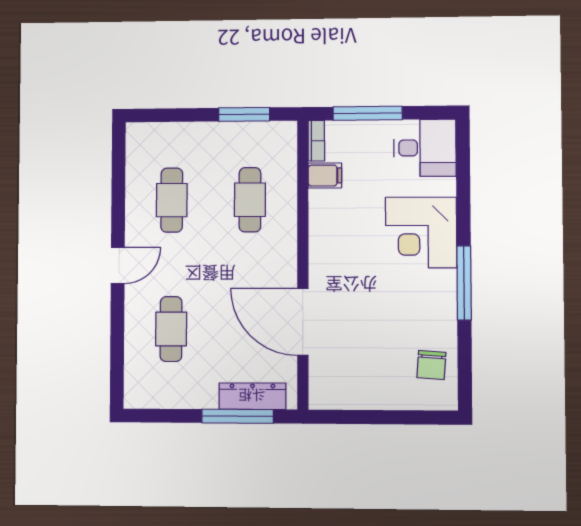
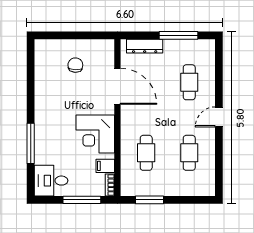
corner desk: (421, 233) -> (95, 134), moved, turned 180
window: (464, 283) -> (31, 143), moved
chair: (431, 365) -> (75, 65), moved
window: (237, 416) -> (178, 35), moved

